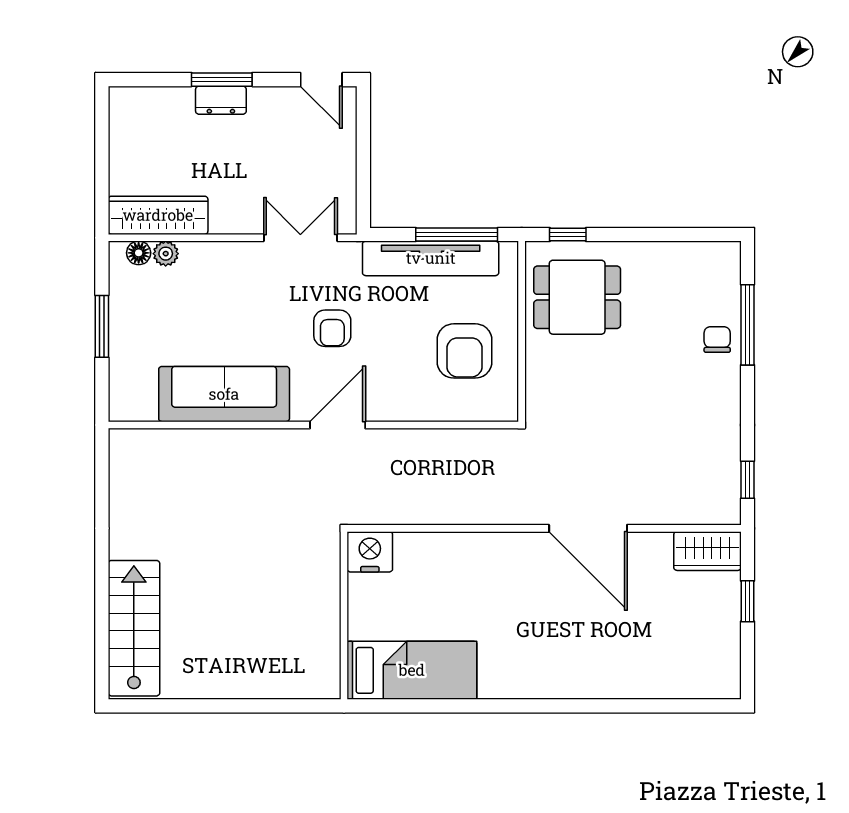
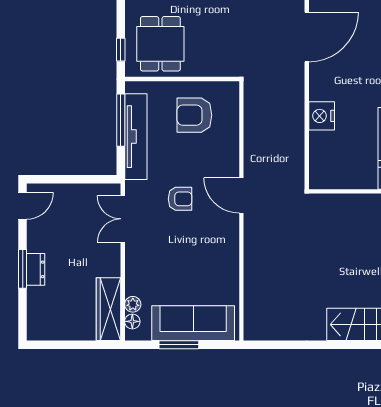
armchair: (464, 351) -> (194, 115), turned 180
sofa: (224, 394) -> (193, 323), moved, turned 90
nightstand: (370, 552) -> (322, 116), moved

